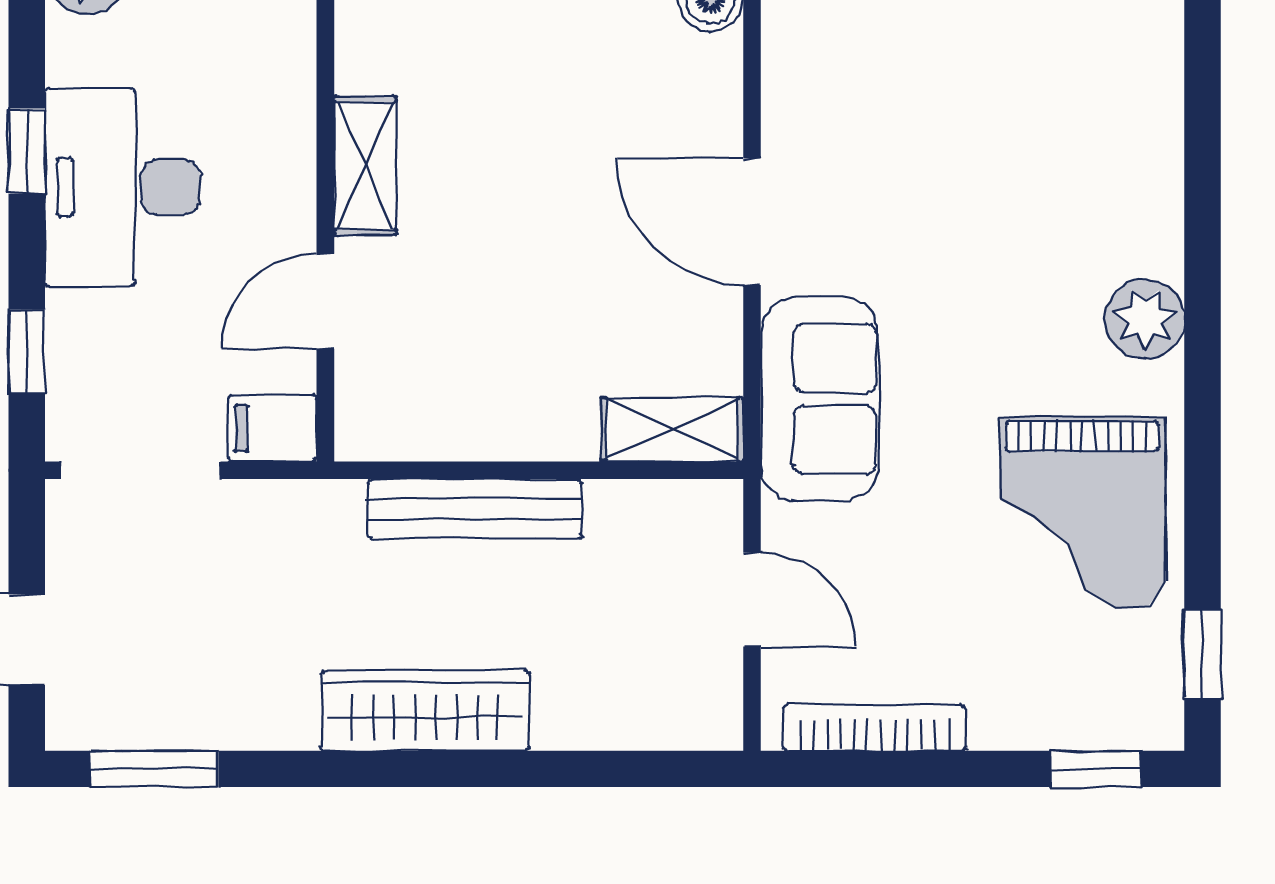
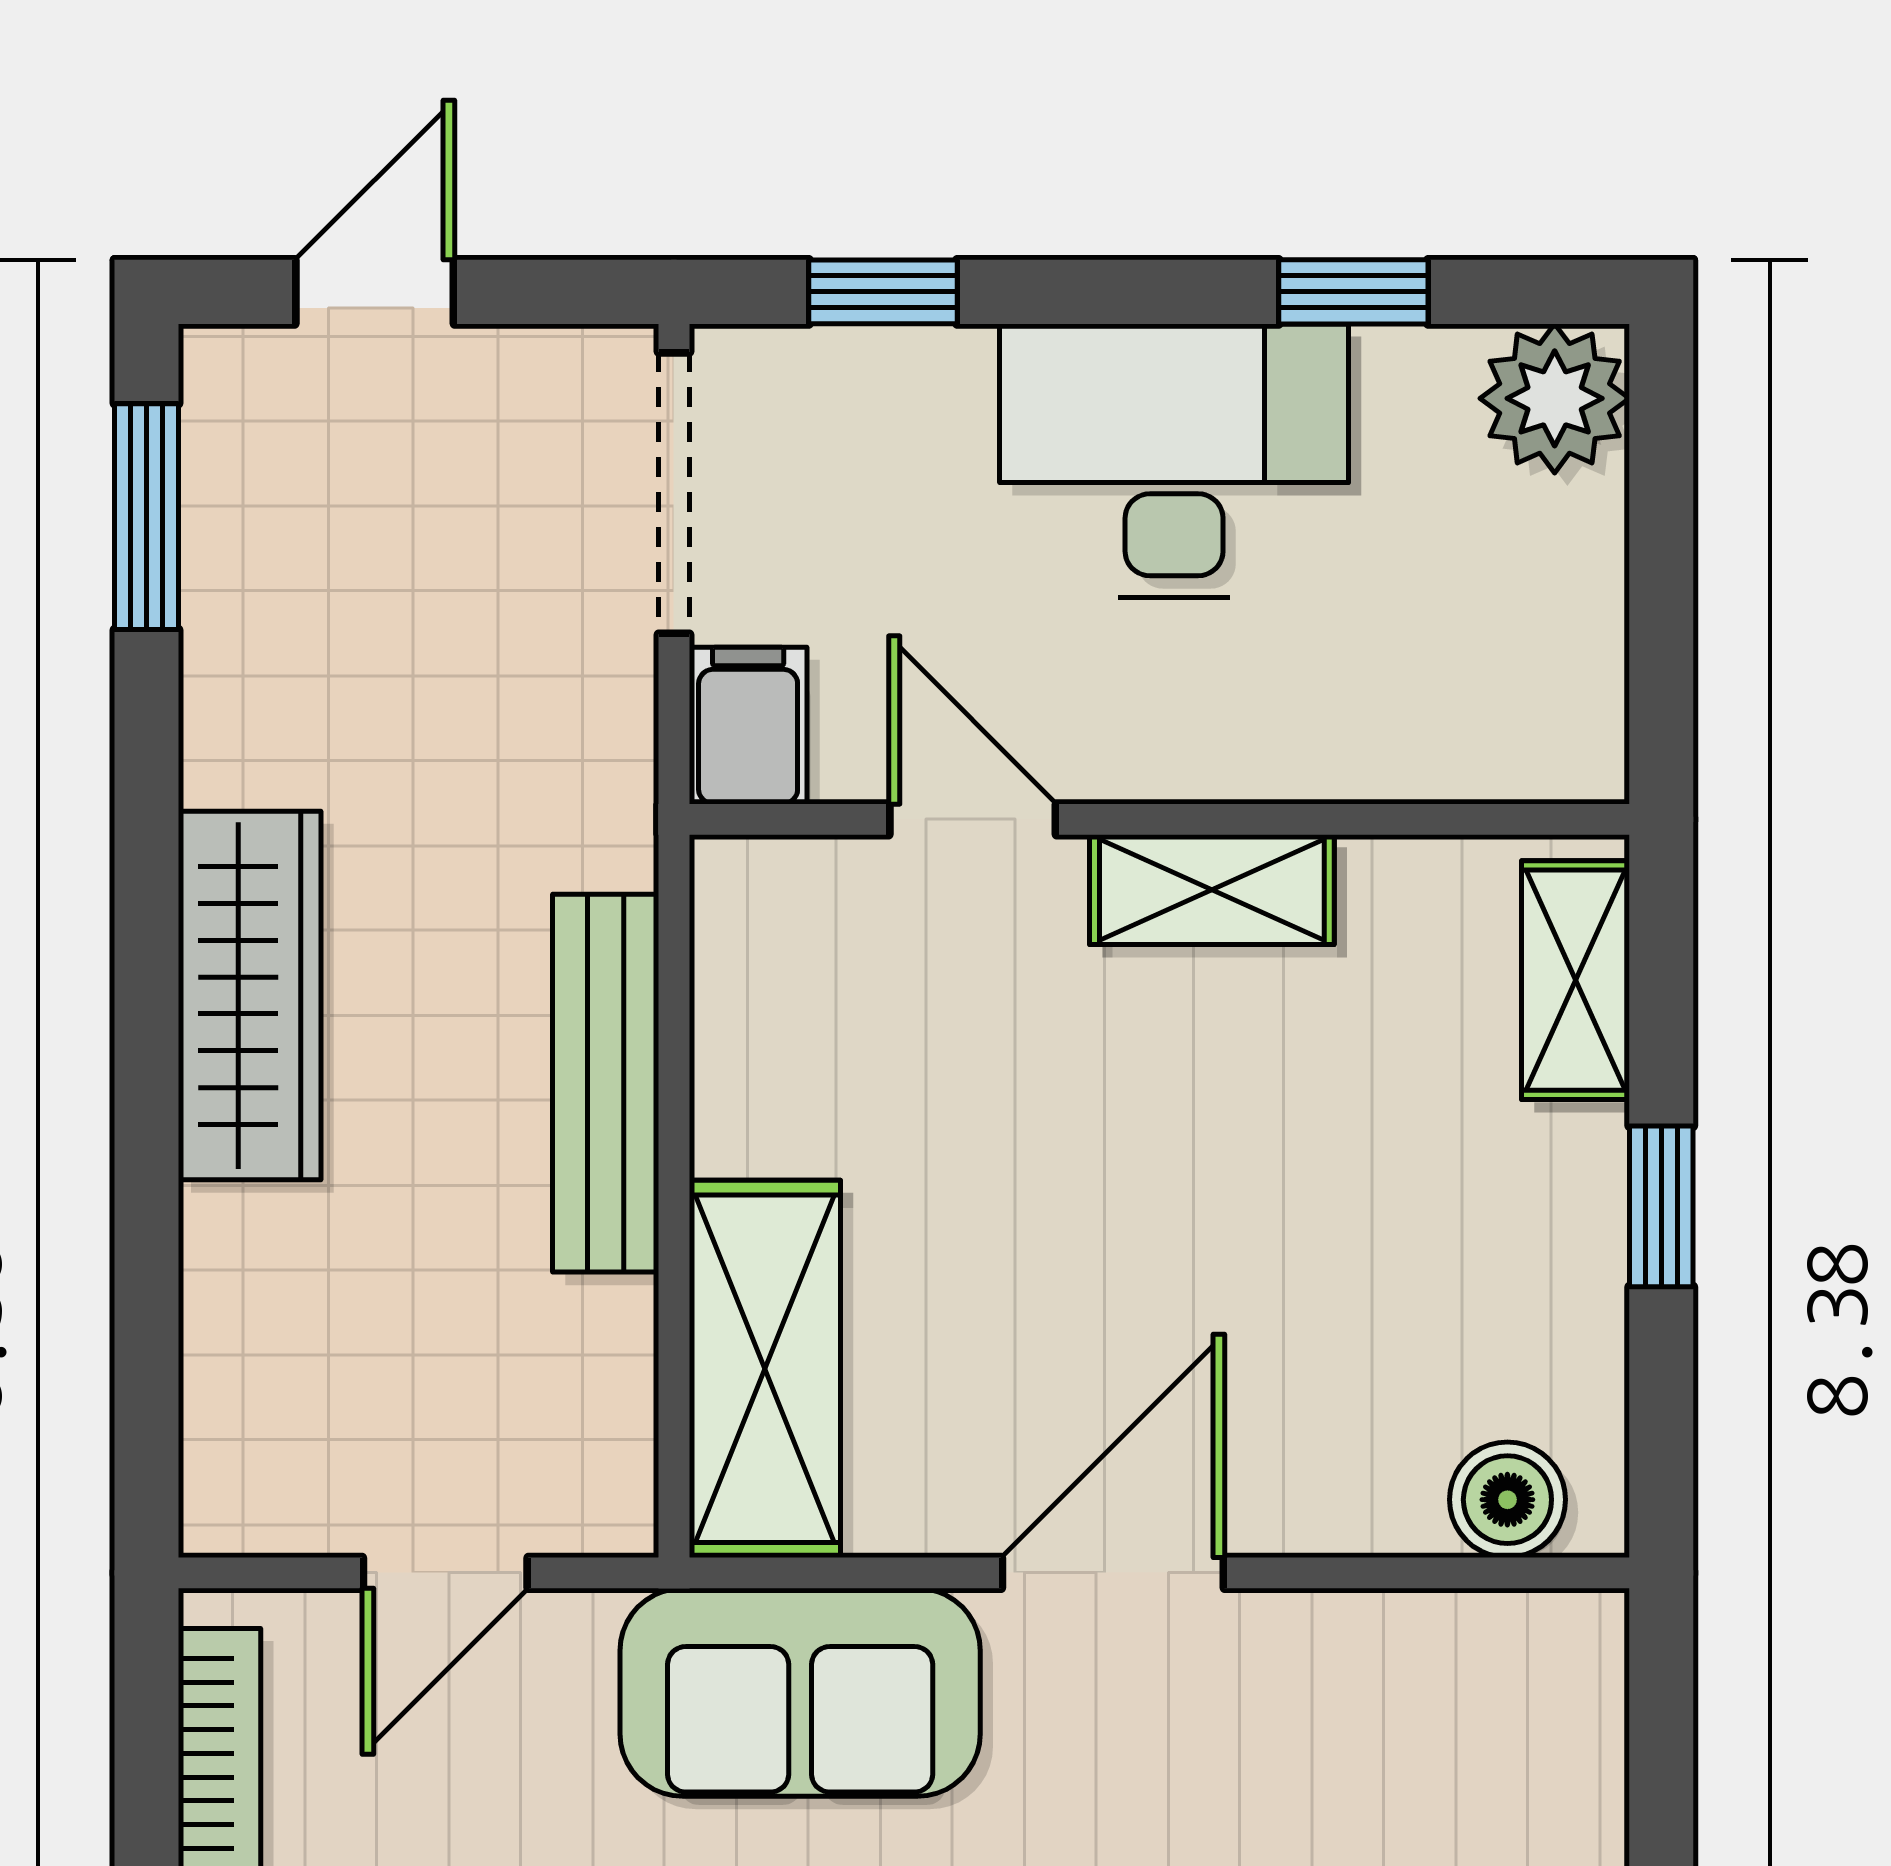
window: (27, 151) -> (1353, 292), moved
shelving: (672, 430) -> (765, 1369), width x1.50, depth x1.33

